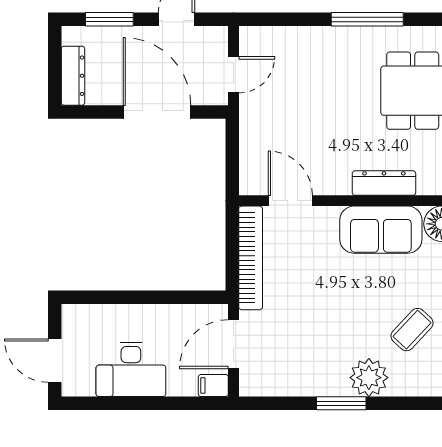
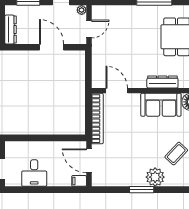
plant: (218, 36) -> (82, 10), added
door: (157, 112) -> (52, 47), width x0.73
door: (233, 344) -> (89, 161), hinge flipped
desk: (131, 369) -> (34, 173), width x0.73

